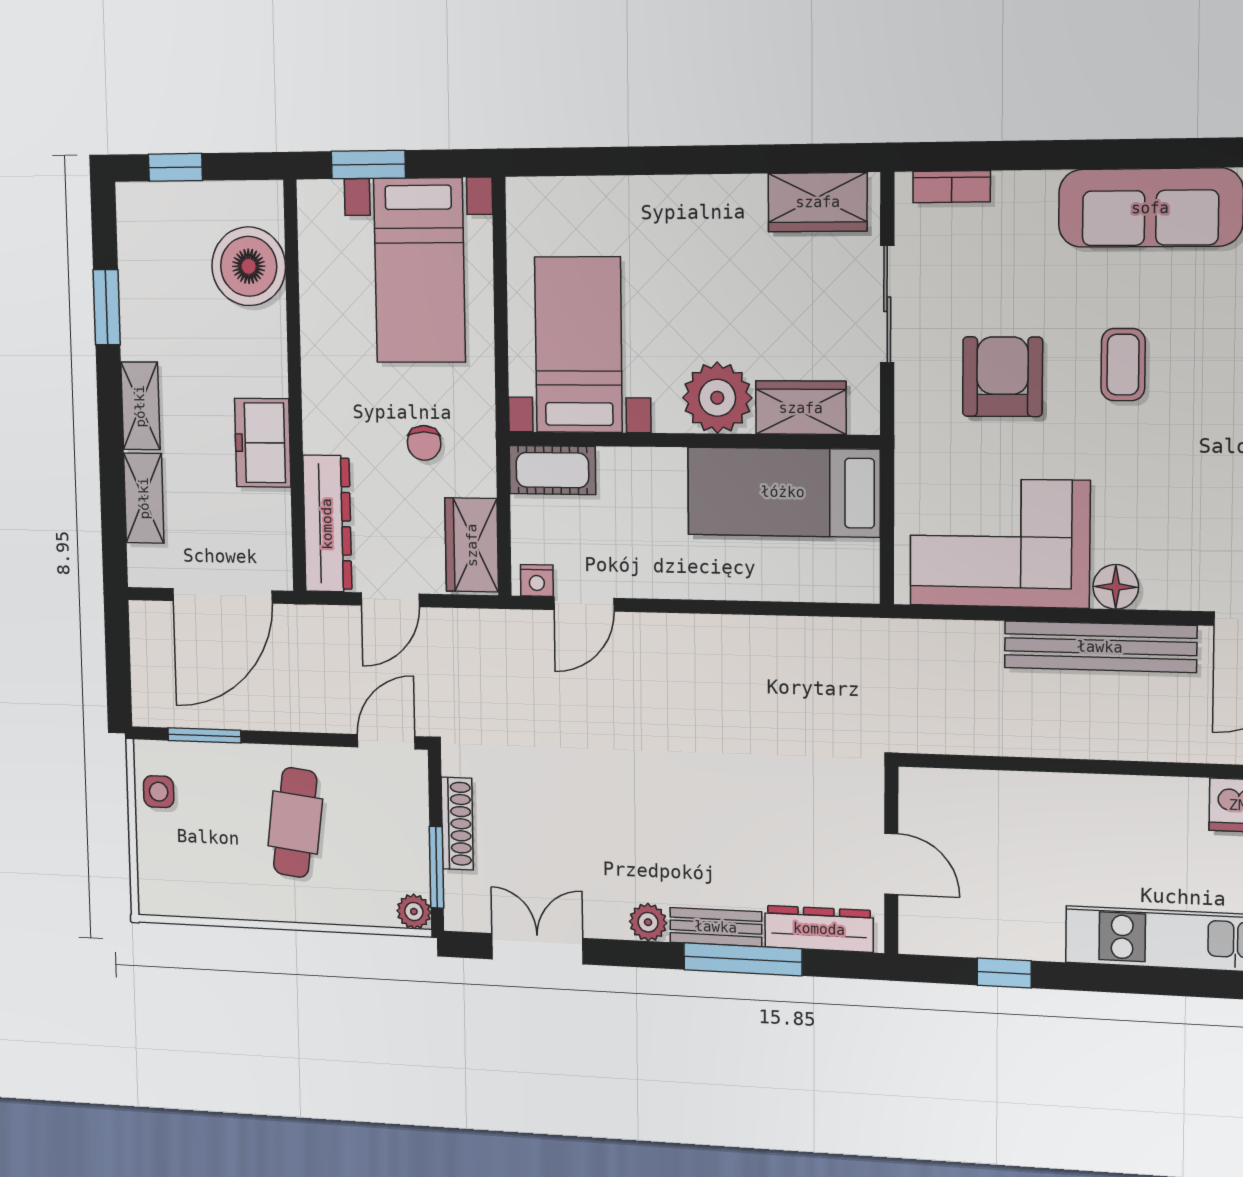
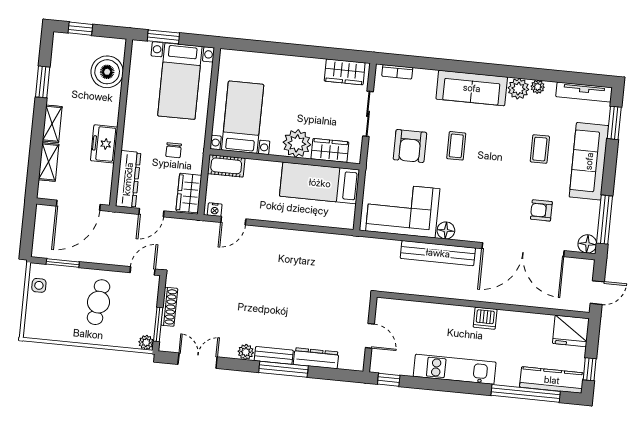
armchair: (1002, 377) -> (410, 146), turned 180
wall: (891, 860) -> (370, 334), moved
door: (891, 864) -> (370, 336), moved

